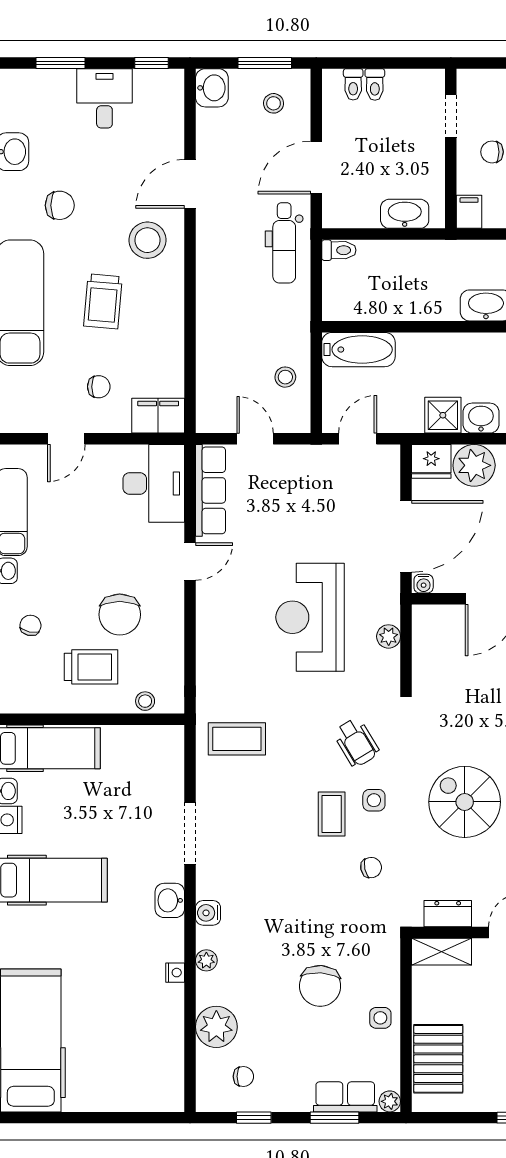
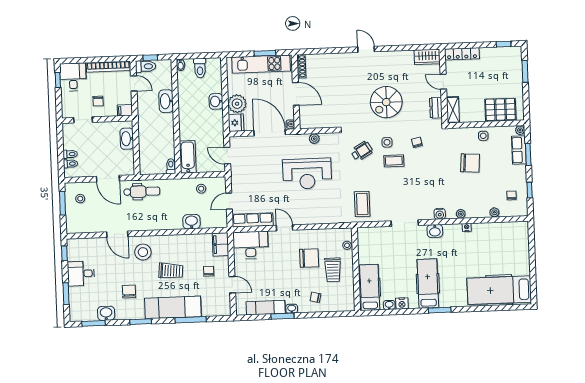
washbasin: (212, 88) -> (191, 222), moved
toilet: (339, 250) -> (171, 166), moved
shower: (443, 415) -> (215, 118), removed
trolley: (91, 667) -> (333, 270), turned 180
plant: (216, 1027) -> (494, 212), width x0.53, depth x0.53

